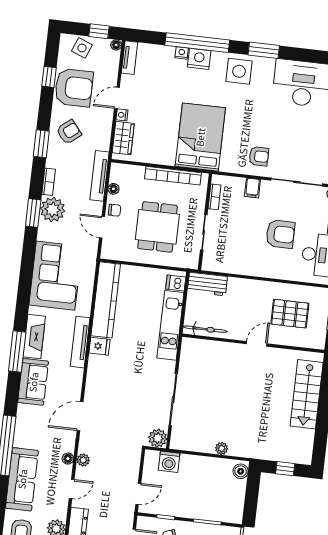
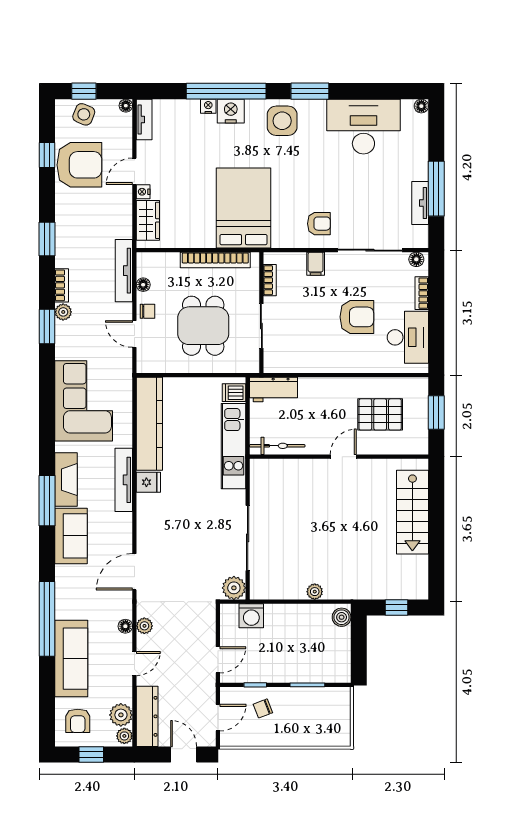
window: (99, 31) -> (84, 91), moved
armchair: (69, 132) -> (80, 221), removed
plant: (53, 210) -> (63, 312), width x0.53, depth x0.53

